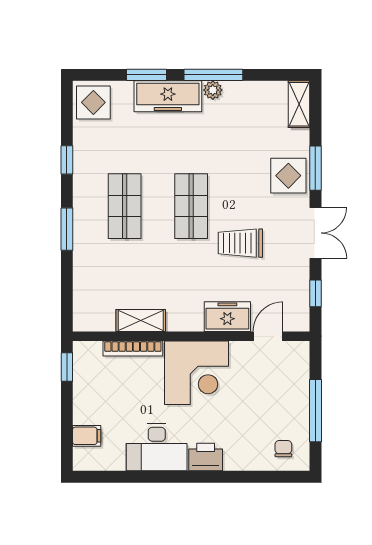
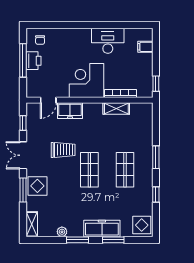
window: (213, 75) -> (77, 240), width x0.69
plant: (213, 90) -> (62, 232), moved
printer: (206, 457) -> (33, 61), moved, turned -90

